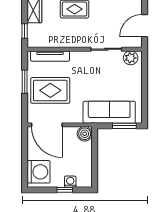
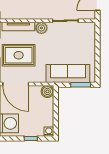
plant: (131, 58) -> (41, 28), moved
washing machine: (70, 182) -> (49, 132), moved

